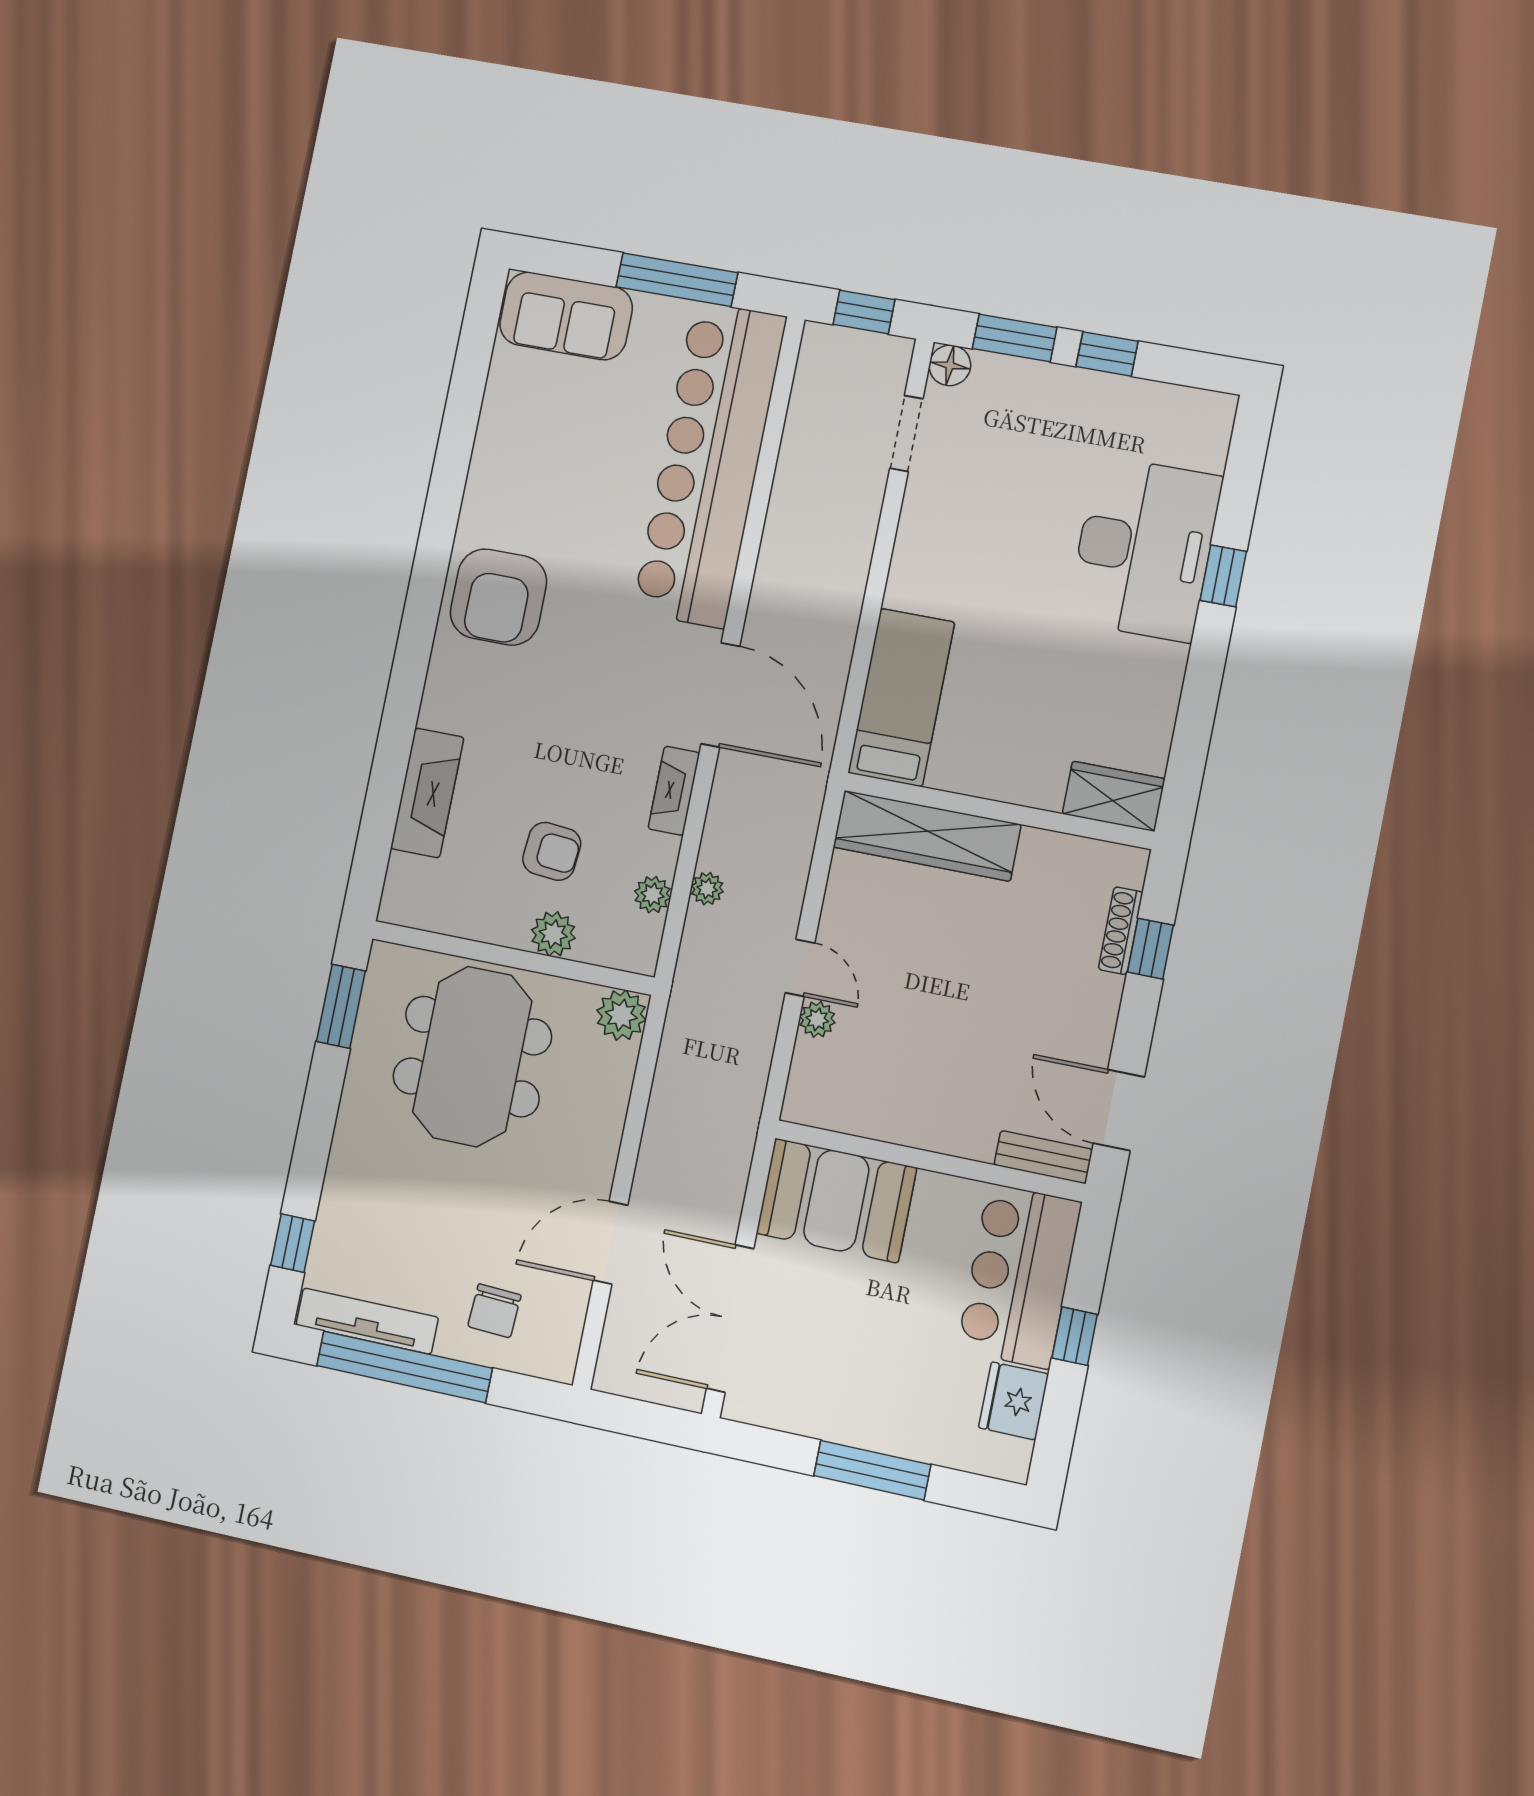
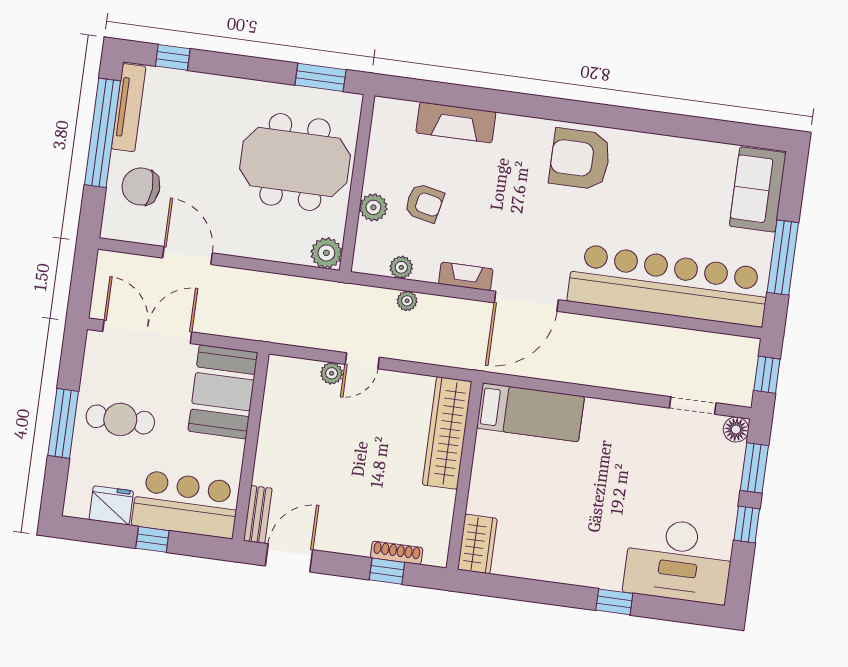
desk: (1144, 549) -> (679, 560), moved
armchair: (552, 851) -> (424, 203), turned -83
chair: (494, 1311) -> (141, 187), width x1.37, depth x1.37
cafe table: (872, 1374) -> (120, 419), added

